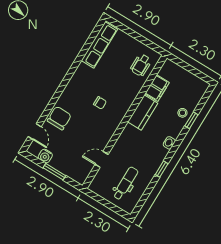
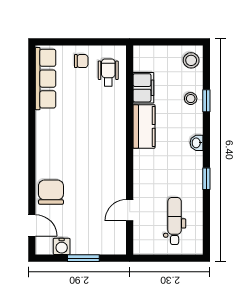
wheelchair: (141, 65) -> (108, 72), turned 180
stool: (197, 89) -> (191, 60), added
chair: (100, 103) -> (81, 61), moved

